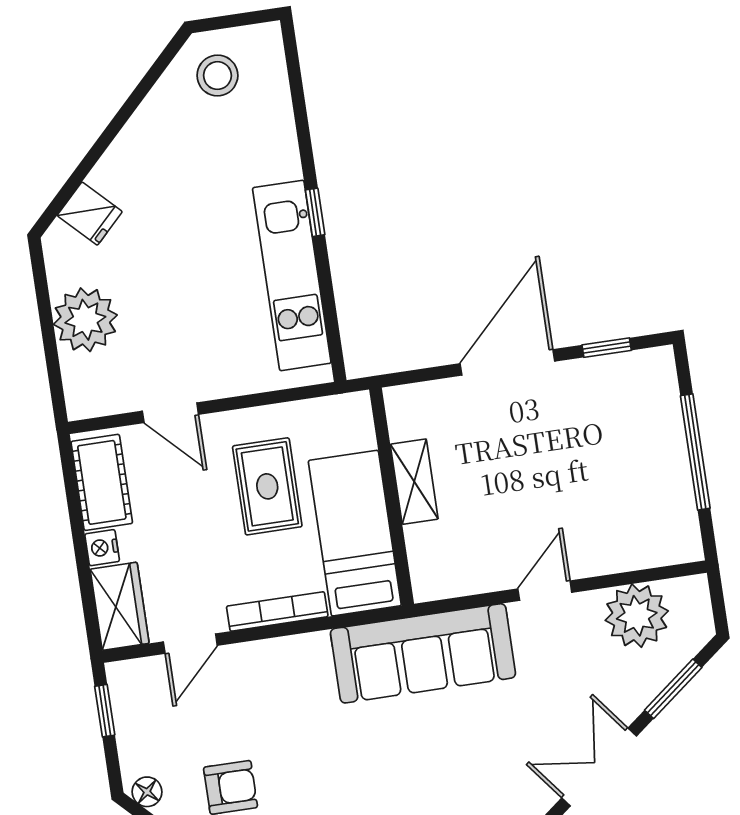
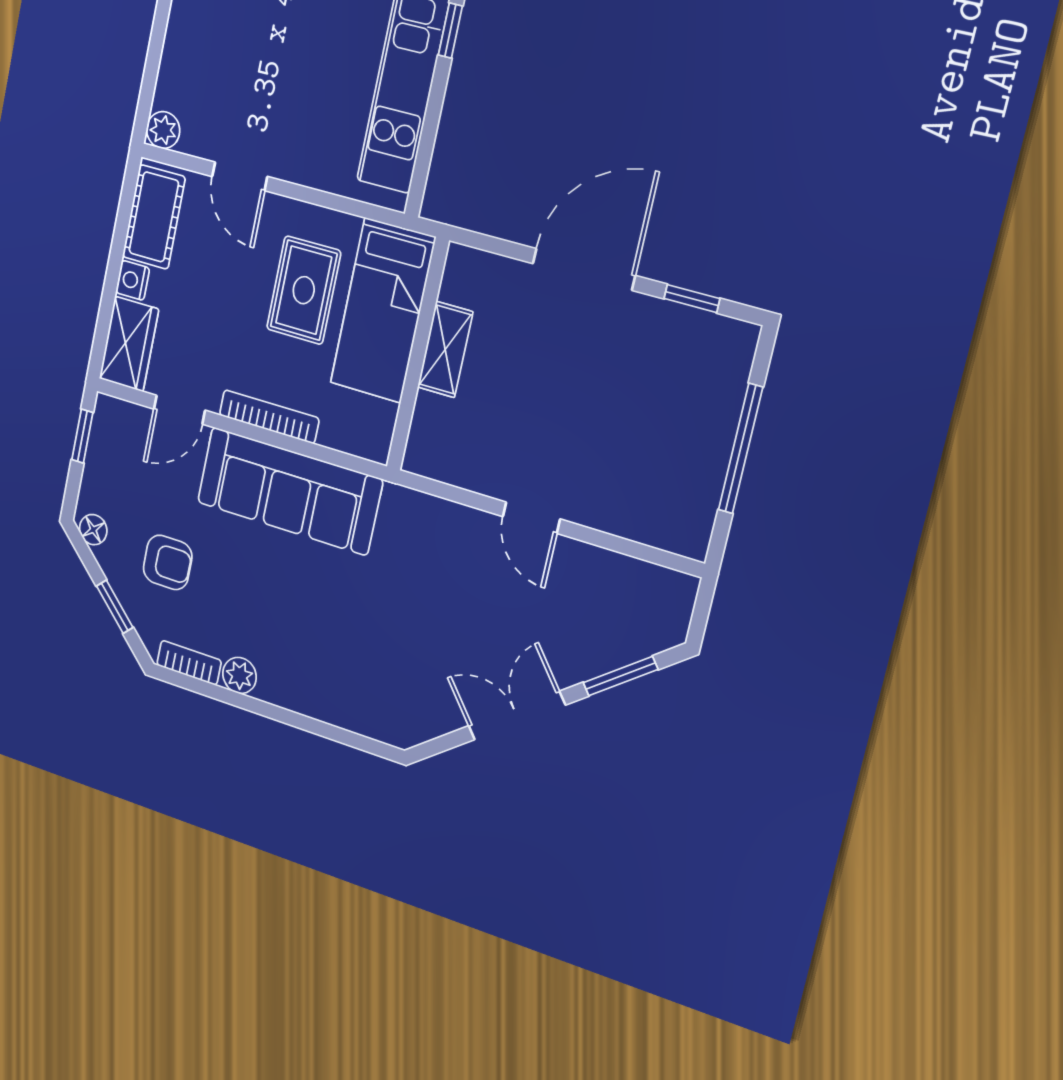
plant: (85, 320) -> (163, 130), moved, width x0.53, depth x0.53
bed: (355, 533) -> (383, 310), moved, turned 180
door: (545, 591) -> (531, 518), swing flipped
plant: (637, 616) -> (613, 586), removed
sofa: (423, 653) -> (289, 491), moved

